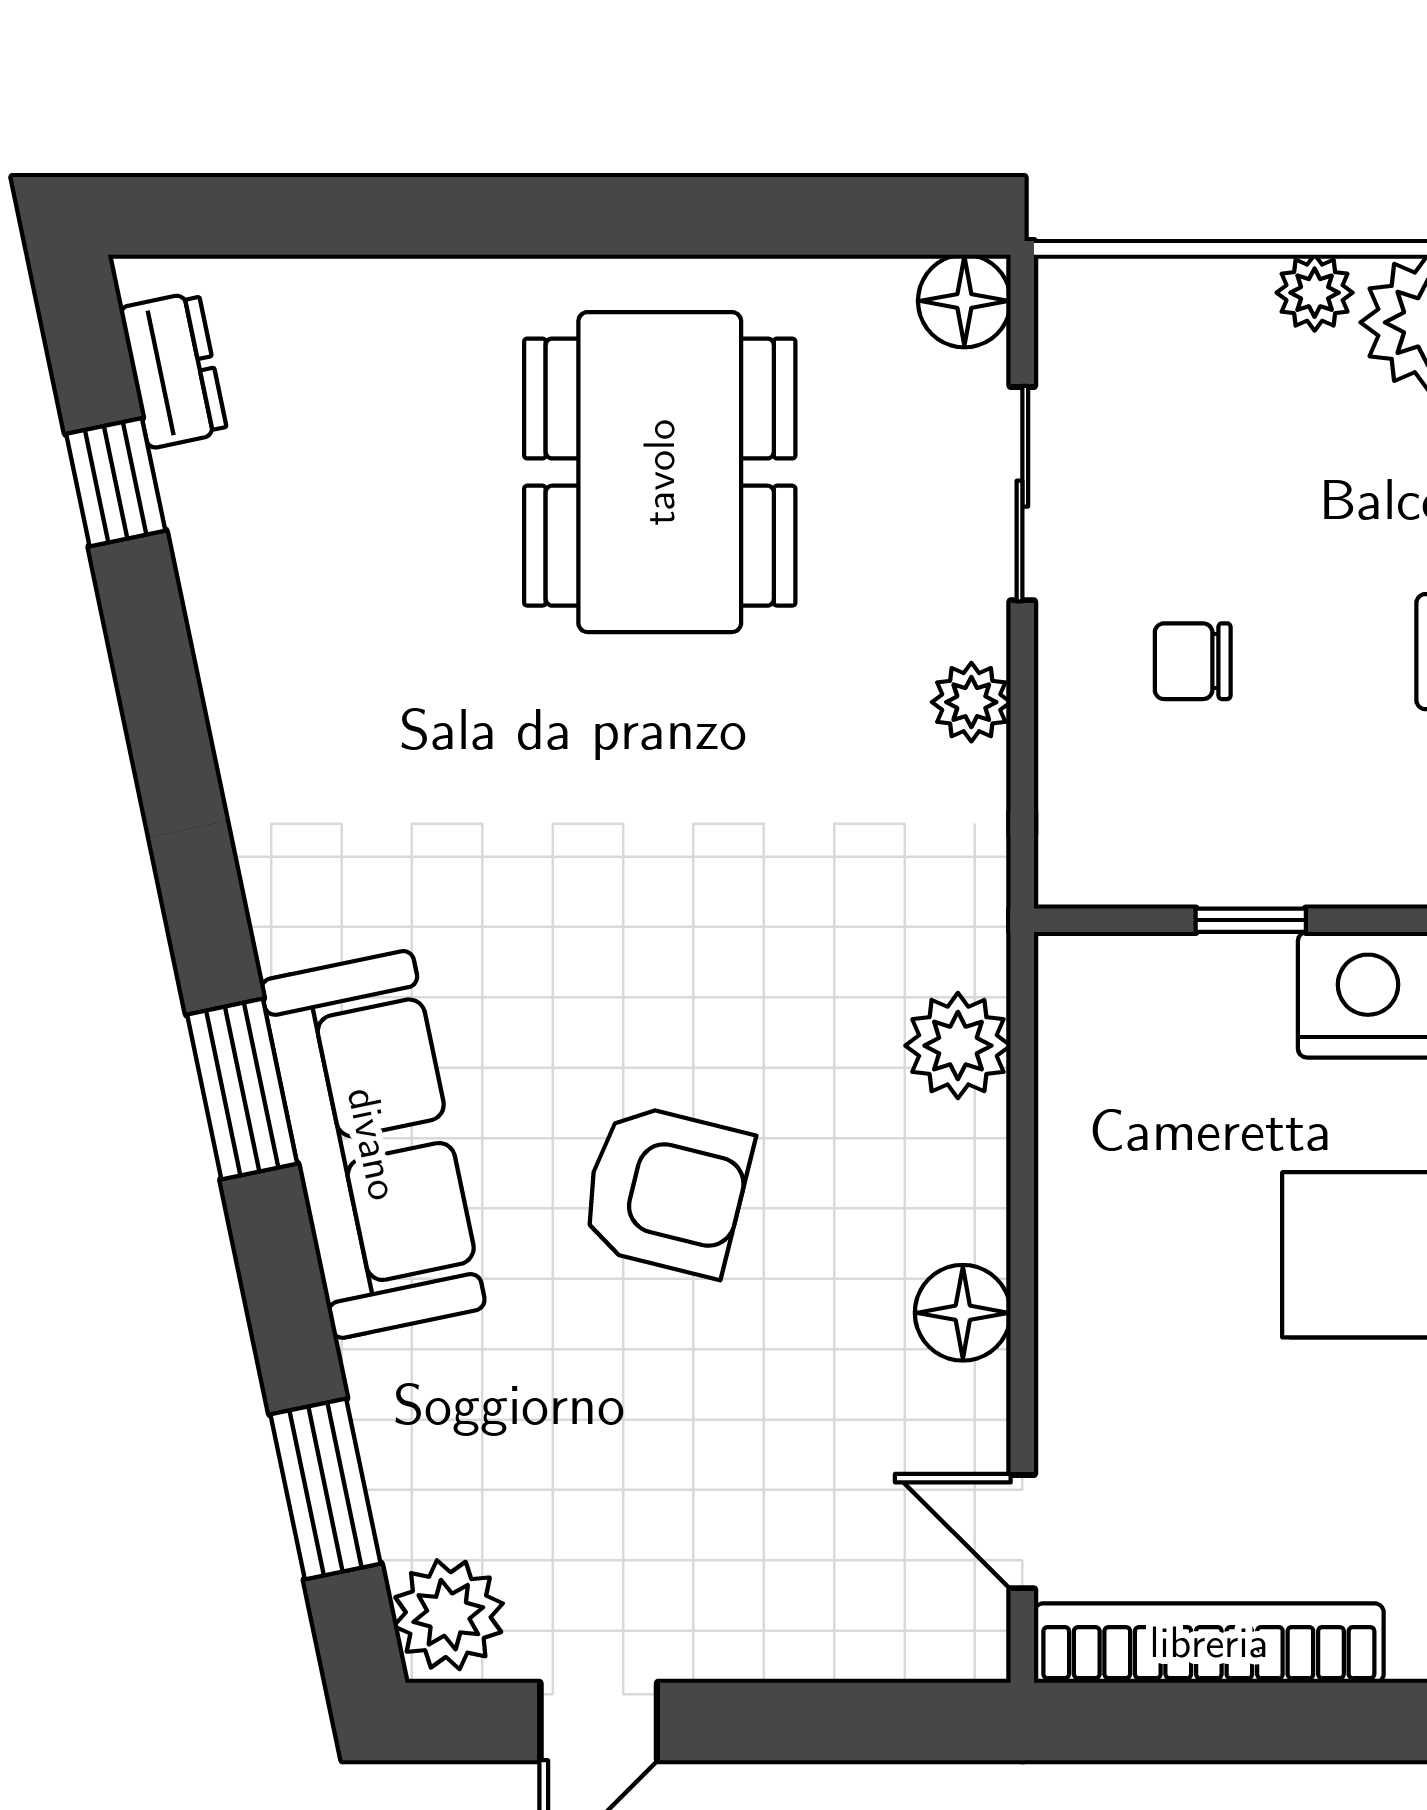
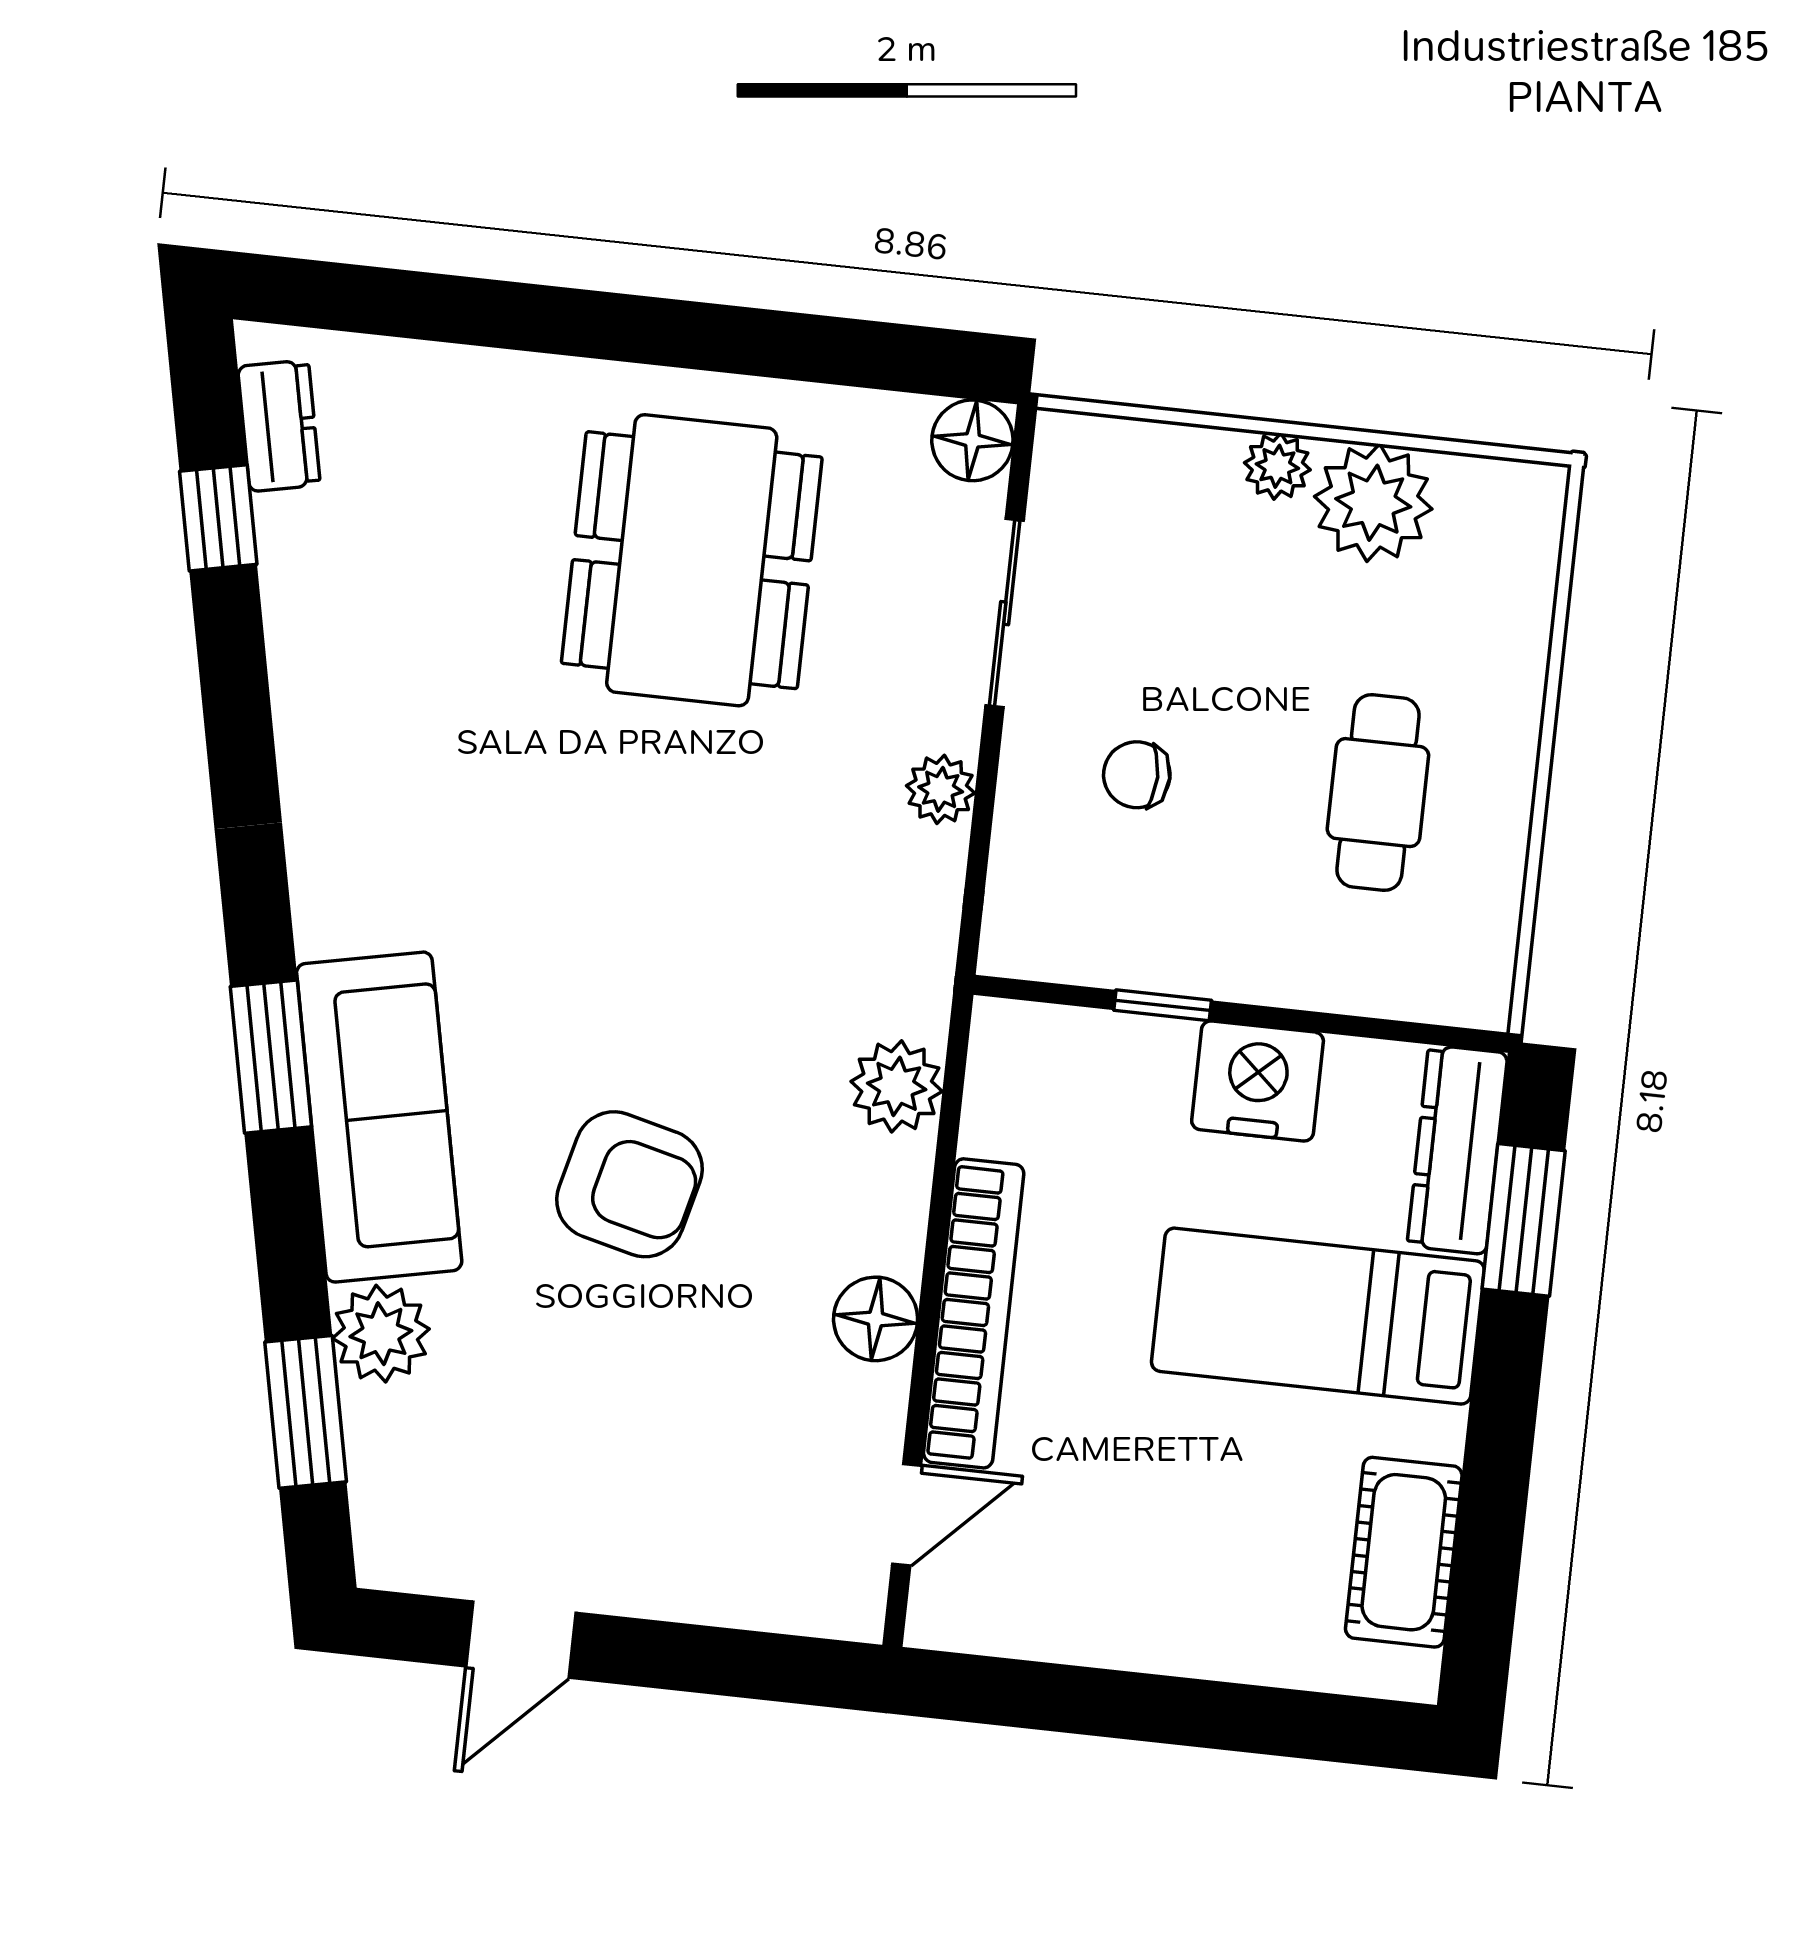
door: (1022, 1532) -> (907, 1515), swing flipped
plant: (448, 1615) -> (381, 1334), moved
bookcase: (1209, 1643) -> (974, 1313), moved, turned 90

